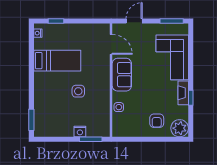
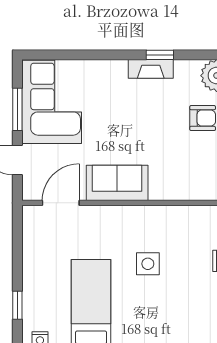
window: (172, 21) -> (17, 109), moved
corner sofa: (172, 57) -> (52, 102), moved, turned -90
side table: (119, 107) -> (177, 189), removed

